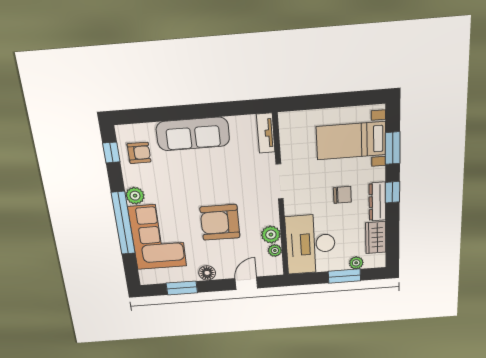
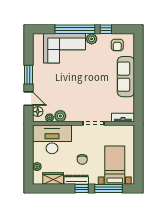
window: (393, 148) -> (108, 189), width x1.44
window: (111, 153) -> (106, 29), moved
armchair: (220, 222) -> (71, 86), removed
floor lamp: (207, 273) -> (38, 112), moved
window: (345, 276) -> (29, 159), removed
window: (182, 288) -> (29, 75), moved

